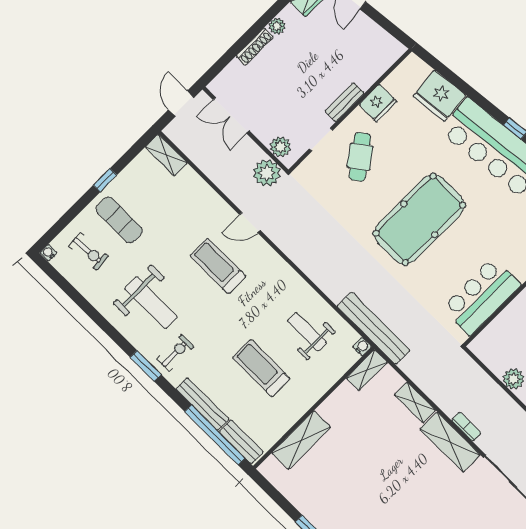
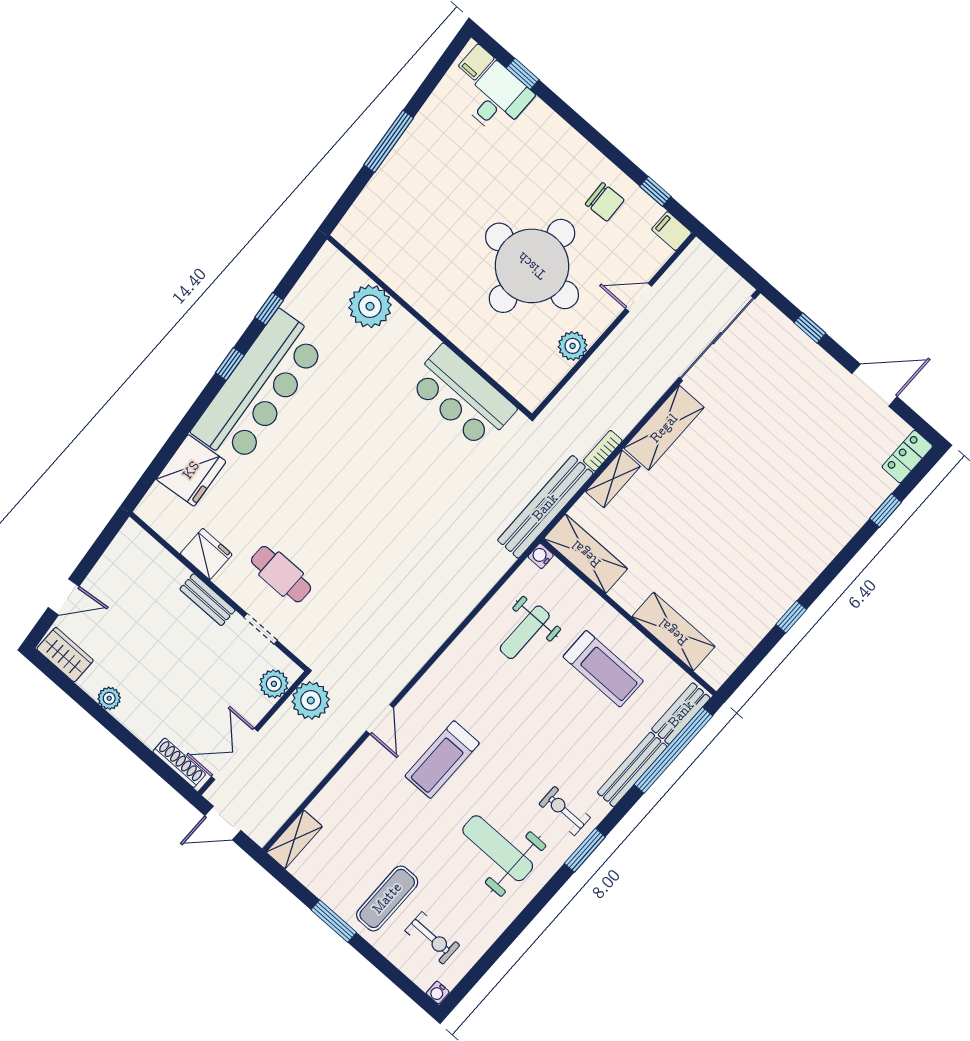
shoe rack: (255, 47) -> (179, 763), moved
double door: (231, 115) -> (235, 754), swing flipped
cafe table: (360, 157) -> (281, 574), turned 37
window: (105, 180) -> (334, 921), width x1.50
pool table: (419, 219) -> (362, 488), removed
exercise bike: (88, 251) -> (432, 938), turned 94
weight bench: (151, 303) -> (498, 848), turned -90
bench: (374, 328) -> (545, 507), moved
treadmill: (261, 368) -> (603, 669), moved, turned -90
shelving: (367, 370) -> (586, 554), width x1.50, depth x1.33
bookcase: (466, 427) -> (603, 451), moved

